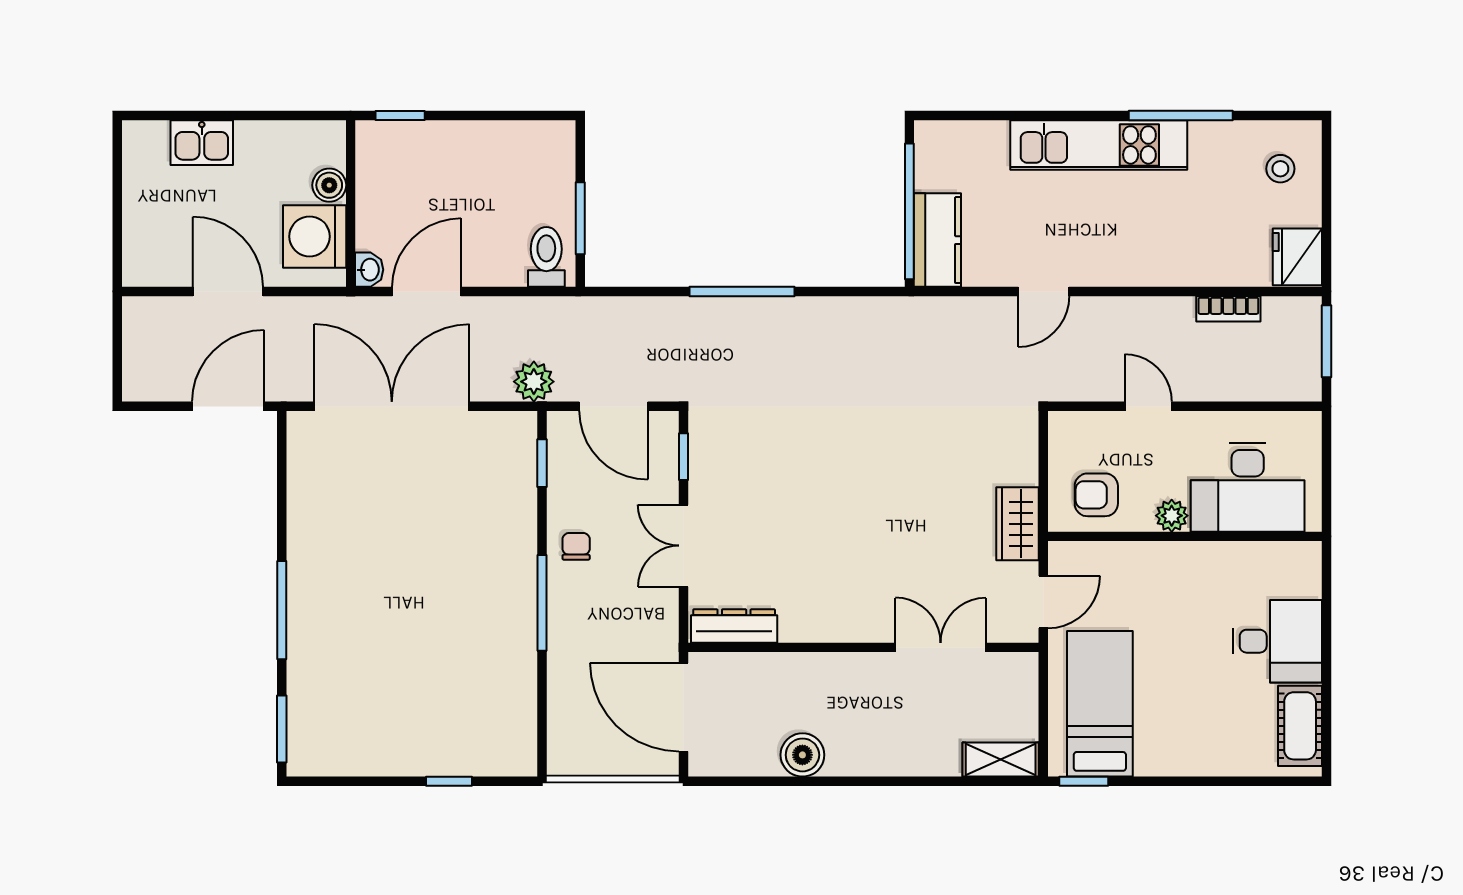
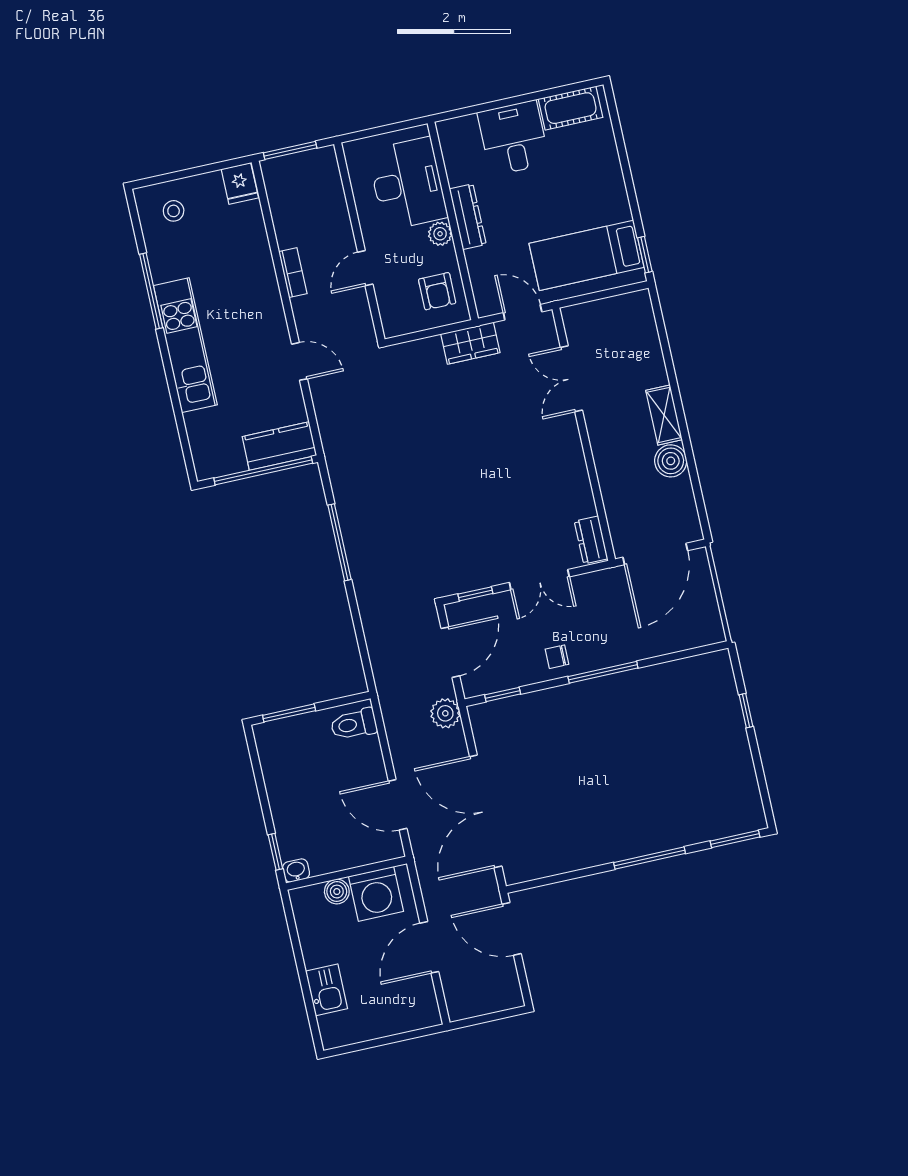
window: (580, 218) -> (289, 713), moved
fridge: (1297, 257) -> (240, 183), width x0.72
washbasin: (369, 270) -> (296, 870), moved
window: (742, 291) -> (339, 542), moved
bookcase: (1228, 309) -> (293, 273), moved
dresser: (1186, 558) -> (468, 217), added
dresser: (734, 626) -> (591, 540), width x0.70
shelving: (1001, 760) -> (664, 415), moved

